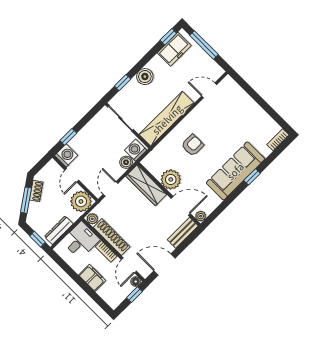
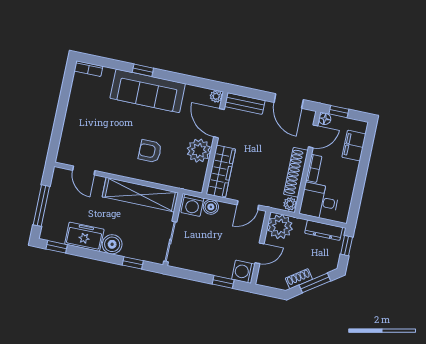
freezer: (174, 49) -> (84, 237), moved
filing cabinet: (92, 278) -> (354, 146), moved

